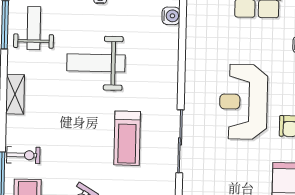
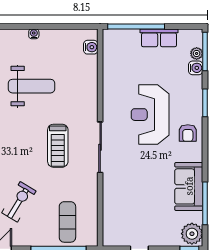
weight bench: (96, 63) -> (32, 86), turned 180

